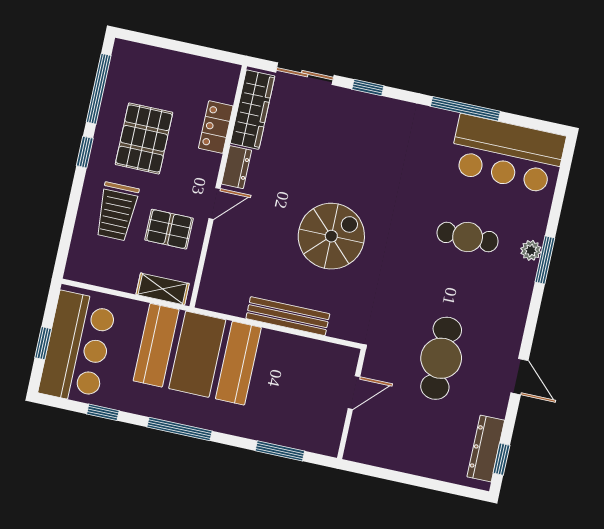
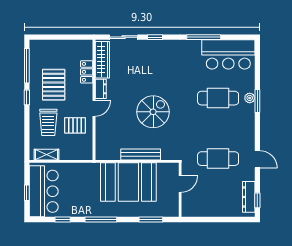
cafe table: (468, 237) -> (218, 98), width x1.37, depth x1.35
shelving: (163, 289) -> (47, 155), moved
booth: (197, 354) -> (128, 182), moved
cafe table: (441, 358) -> (218, 159), turned 90

